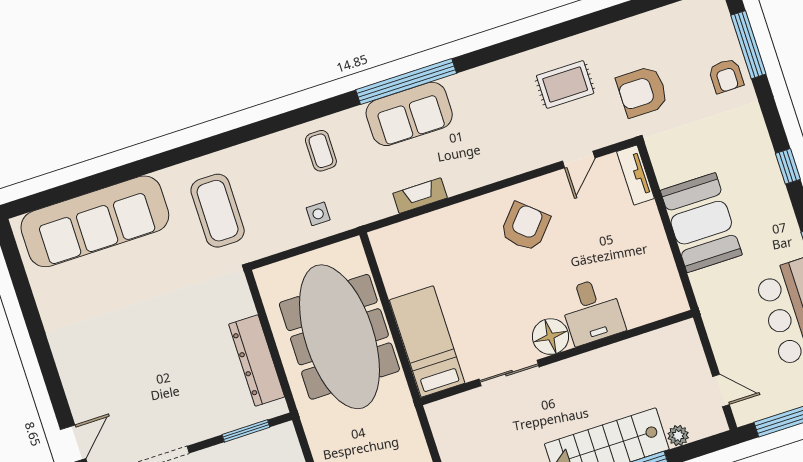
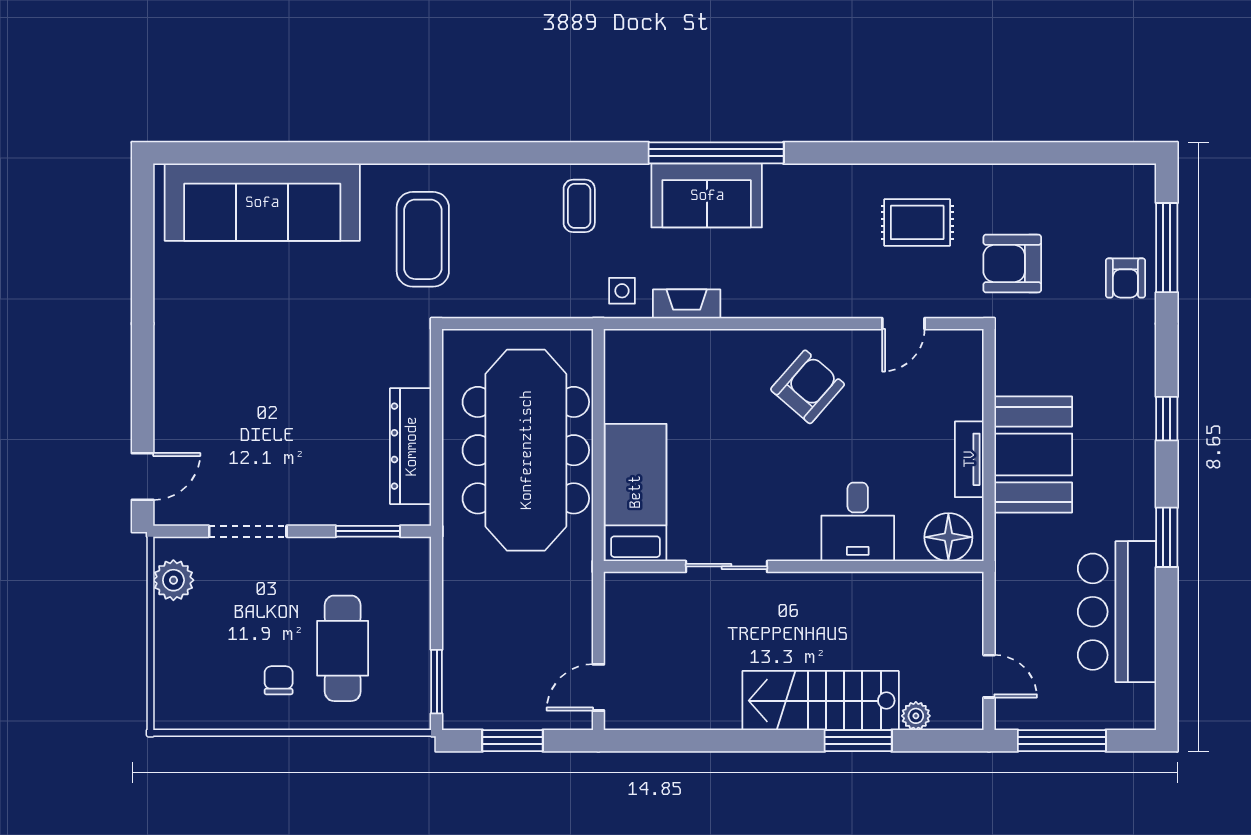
tv unit: (635, 175) -> (969, 459), moved
side table: (318, 214) -> (622, 291), moved
floor lamp: (550, 337) -> (948, 537), moved

